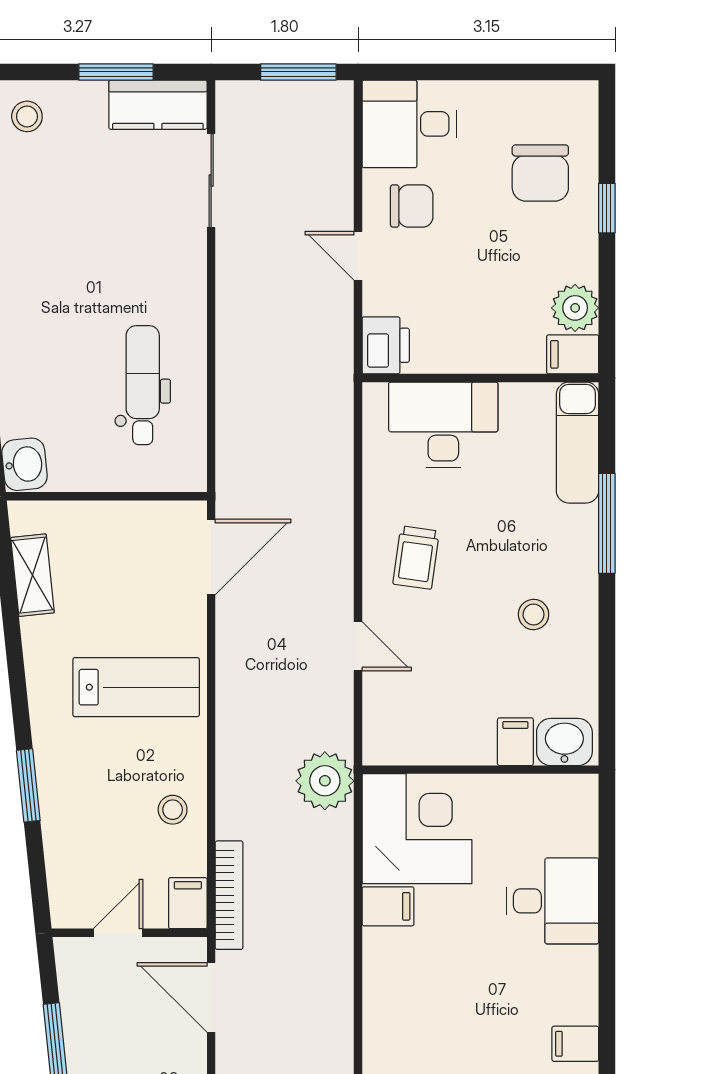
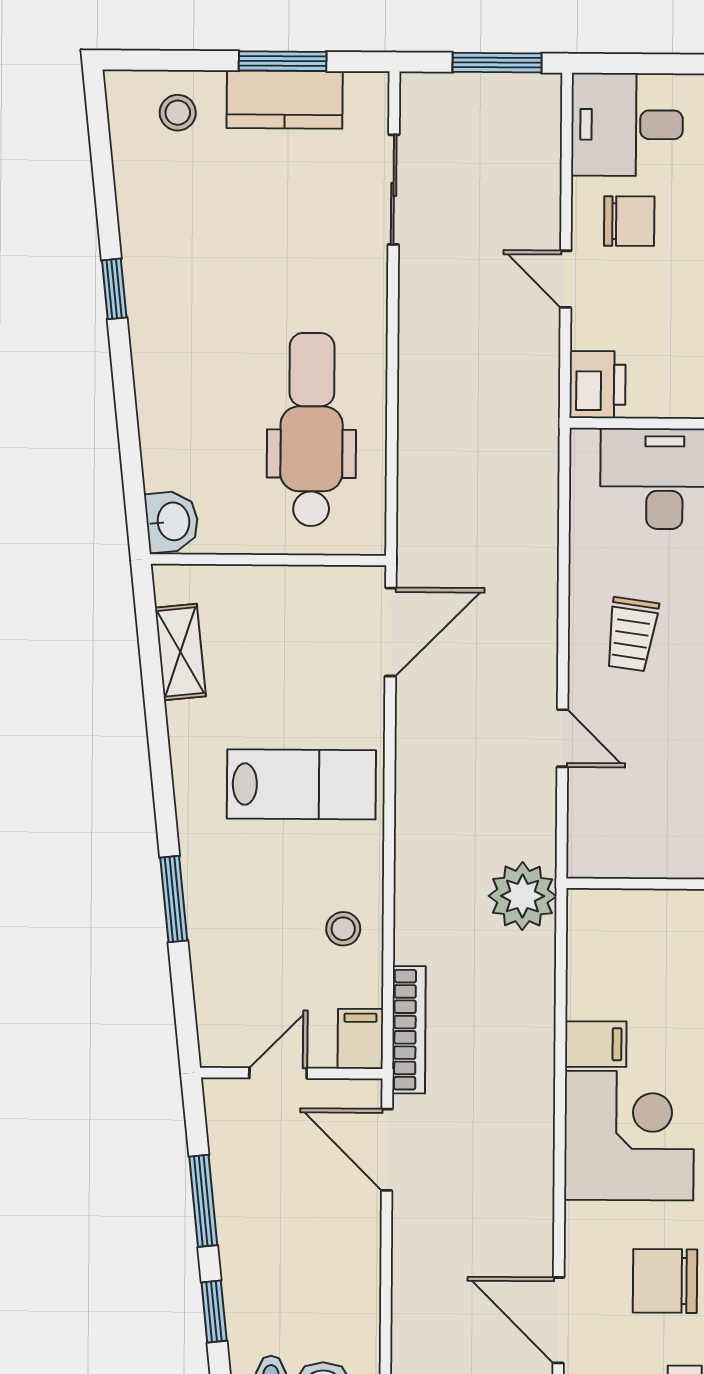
kitchen counter: (158, 105) -> (285, 100), moved
dental chair: (143, 385) -> (312, 430), width x1.36, depth x1.38
corner desk: (417, 829) -> (629, 1136), moved

